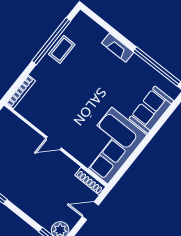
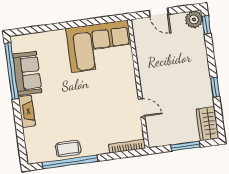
sofa: (151, 110) -> (27, 73), moved, turned -90
door: (54, 143) -> (142, 108), moved
shoe rack: (90, 181) -> (138, 34), removed

